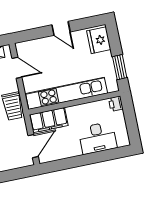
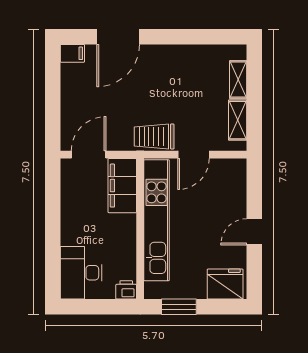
door: (17, 68) -> (193, 155), moved
desk: (98, 138) -> (81, 273), moved
door: (33, 146) -> (89, 155), swing flipped

